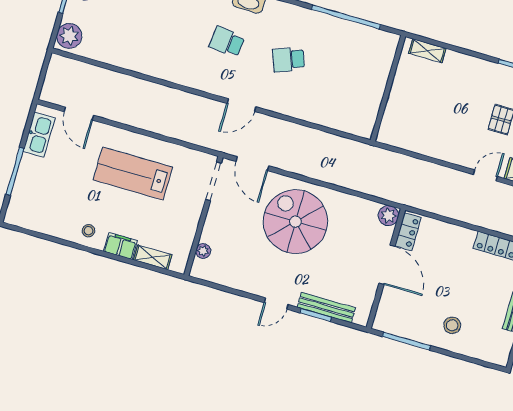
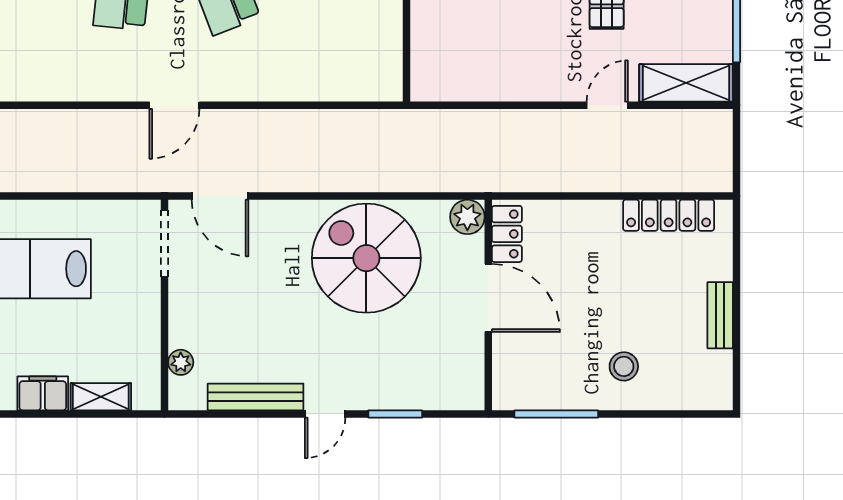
spiral stairs: (295, 222) -> (366, 258), moved
bench: (326, 308) -> (256, 397), moved

